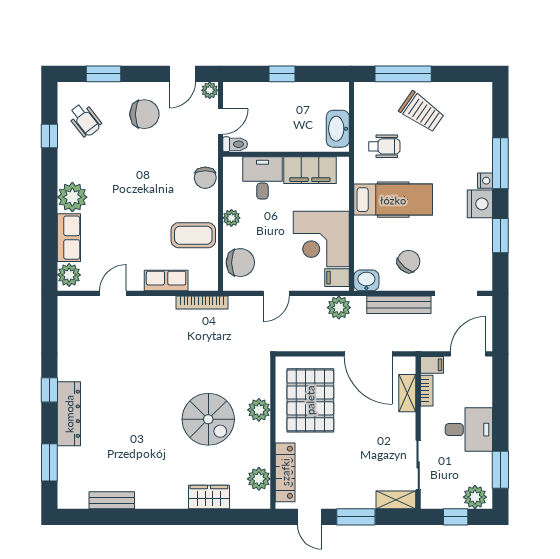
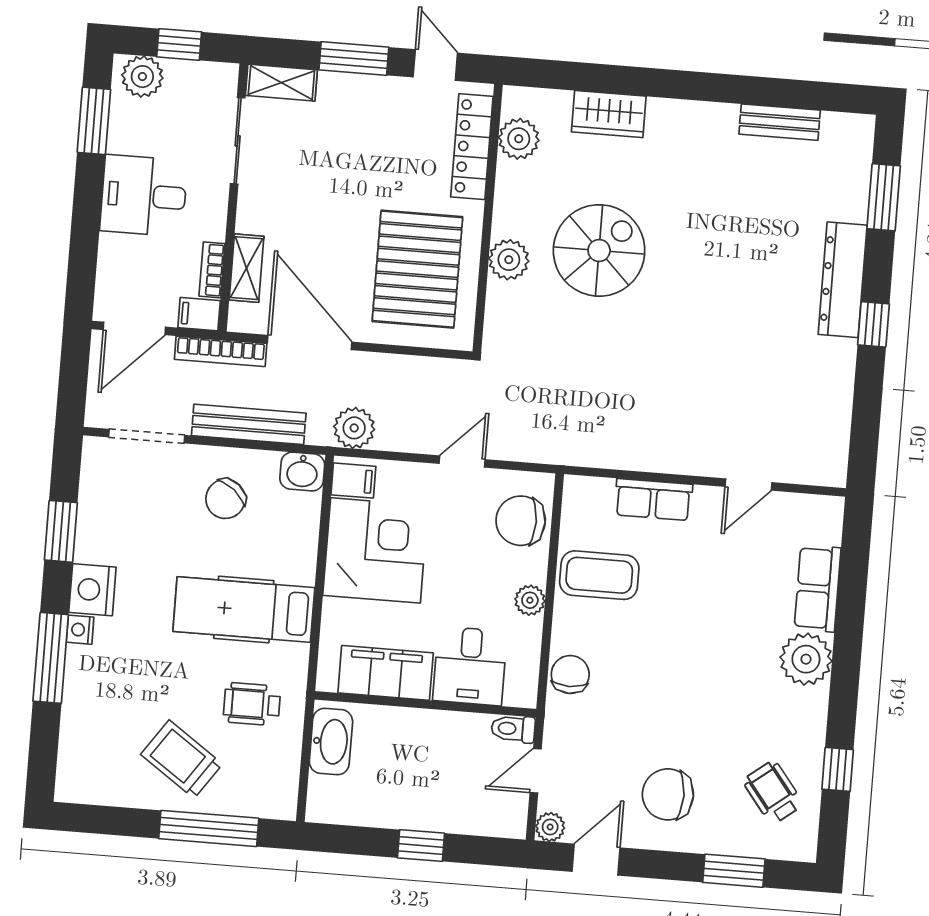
plant: (69, 275) -> (823, 523), removed
bookcase: (202, 302) -> (221, 351), moved, turned 180
spiral stairs: (208, 419) -> (599, 250), turned 90

